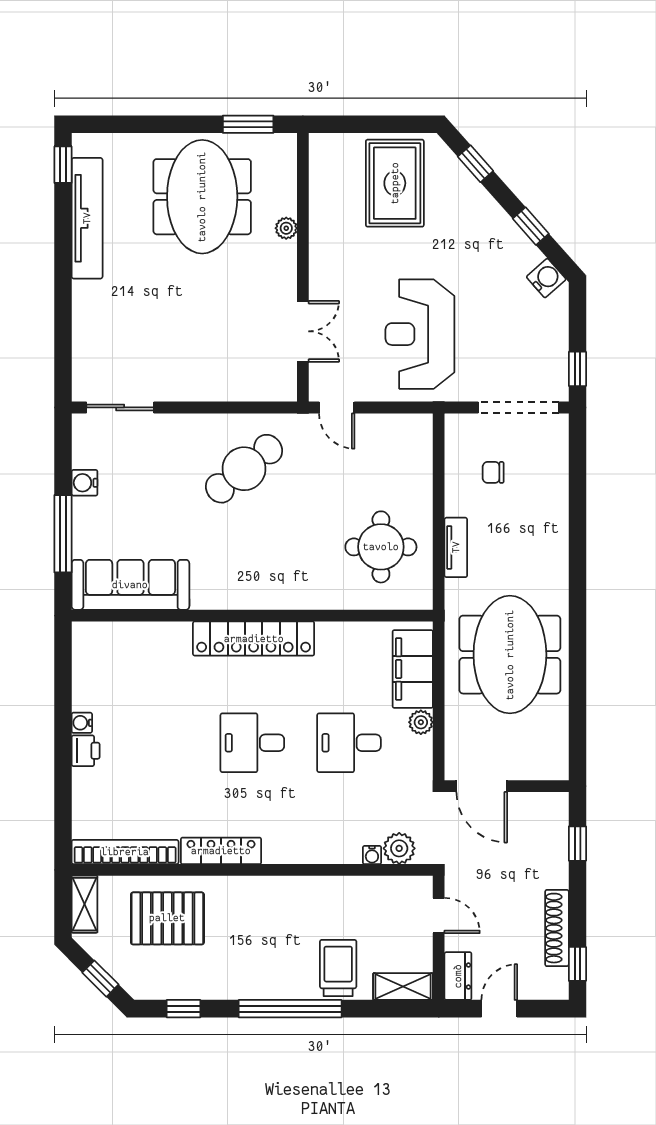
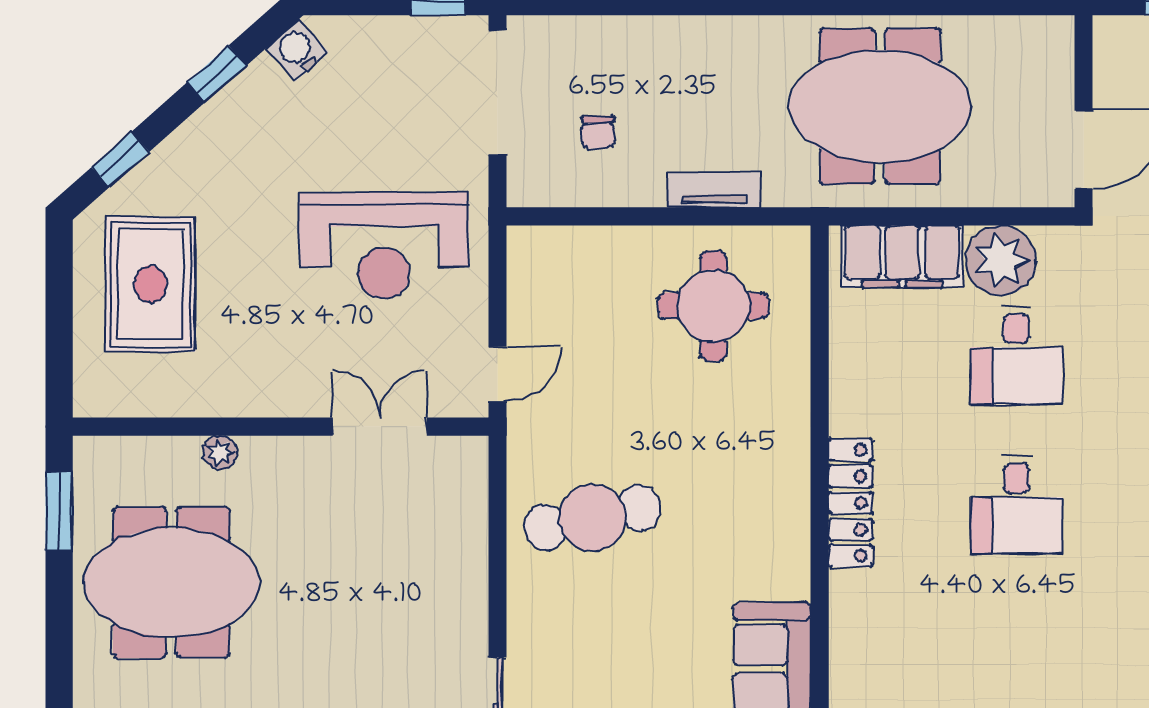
rug: (395, 183) -> (150, 284), turned 90
cafe table: (244, 469) -> (592, 518), turned -63
locker: (254, 639) -> (851, 503), width x0.71, depth x0.83
plant: (421, 722) -> (1001, 260), width x1.88, depth x1.88

